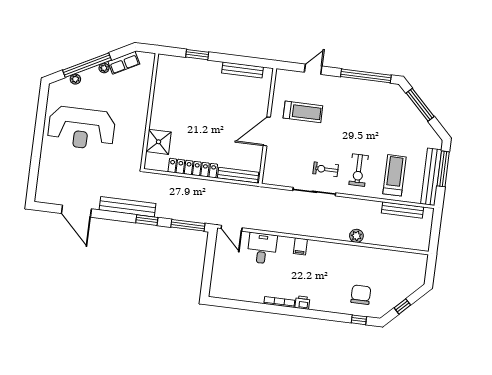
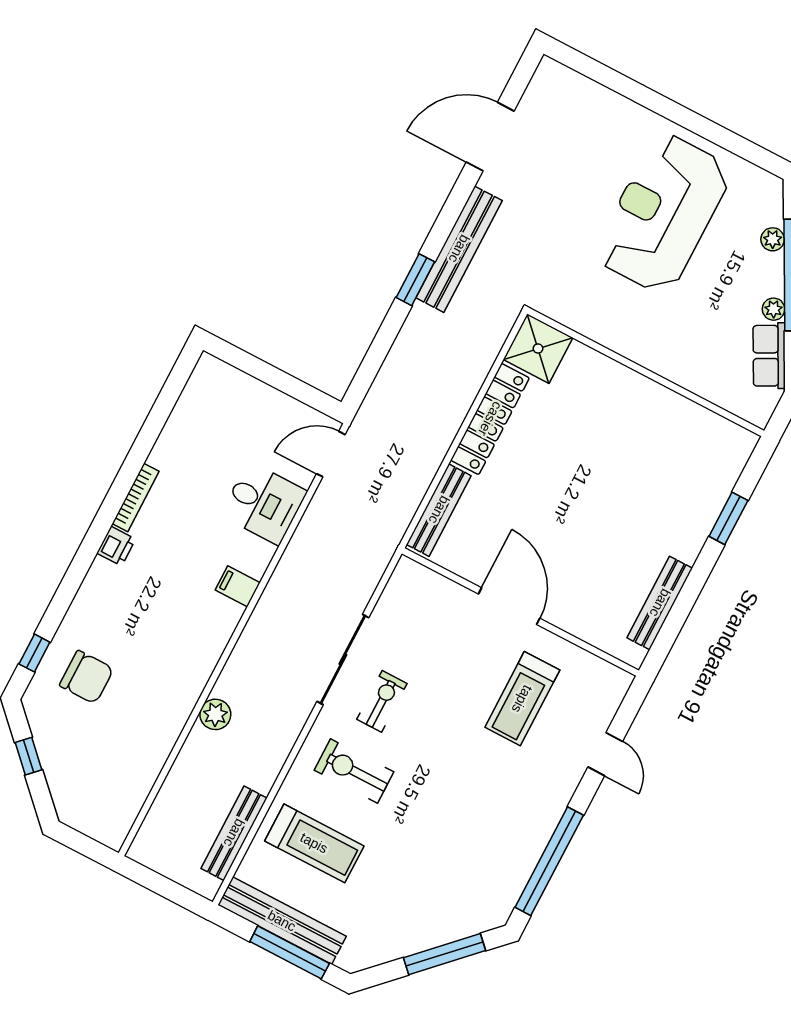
shower: (159, 142) -> (538, 349), moved
window: (188, 225) -> (372, 363), removed

